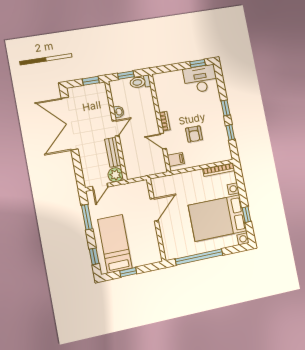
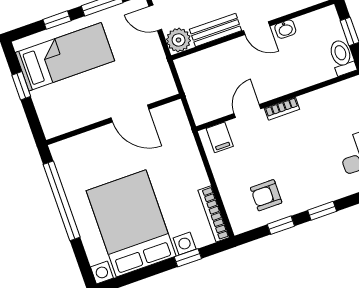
armchair: (194, 134) -> (266, 195), moved
window: (247, 214) -> (188, 258), moved
window: (94, 256) -> (57, 20), moved

